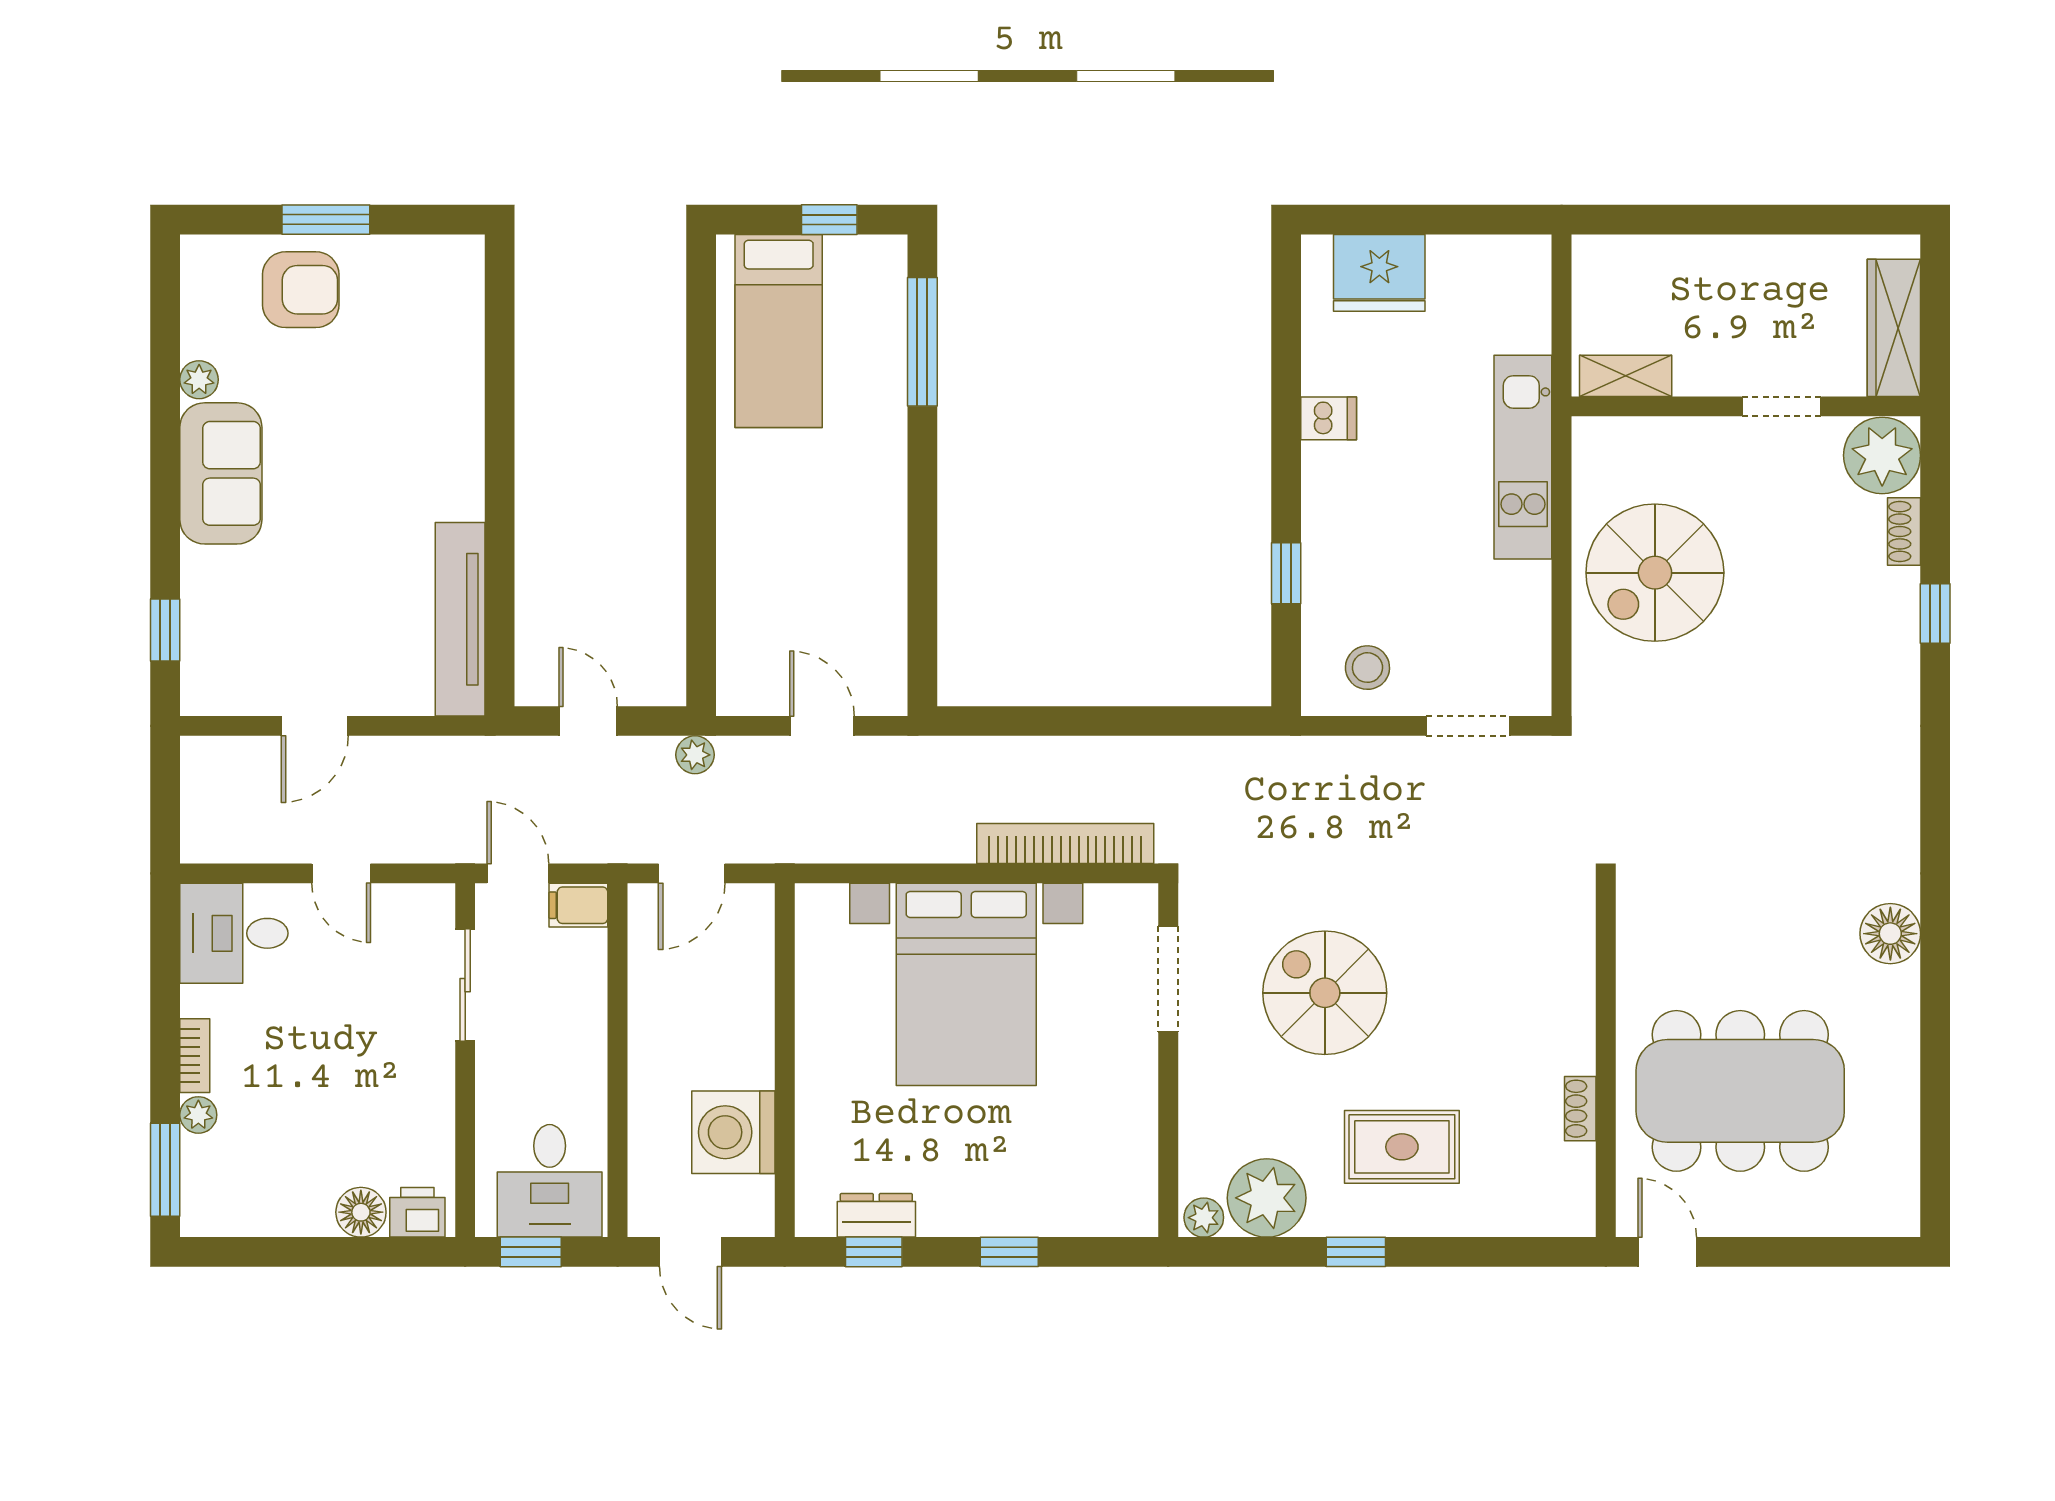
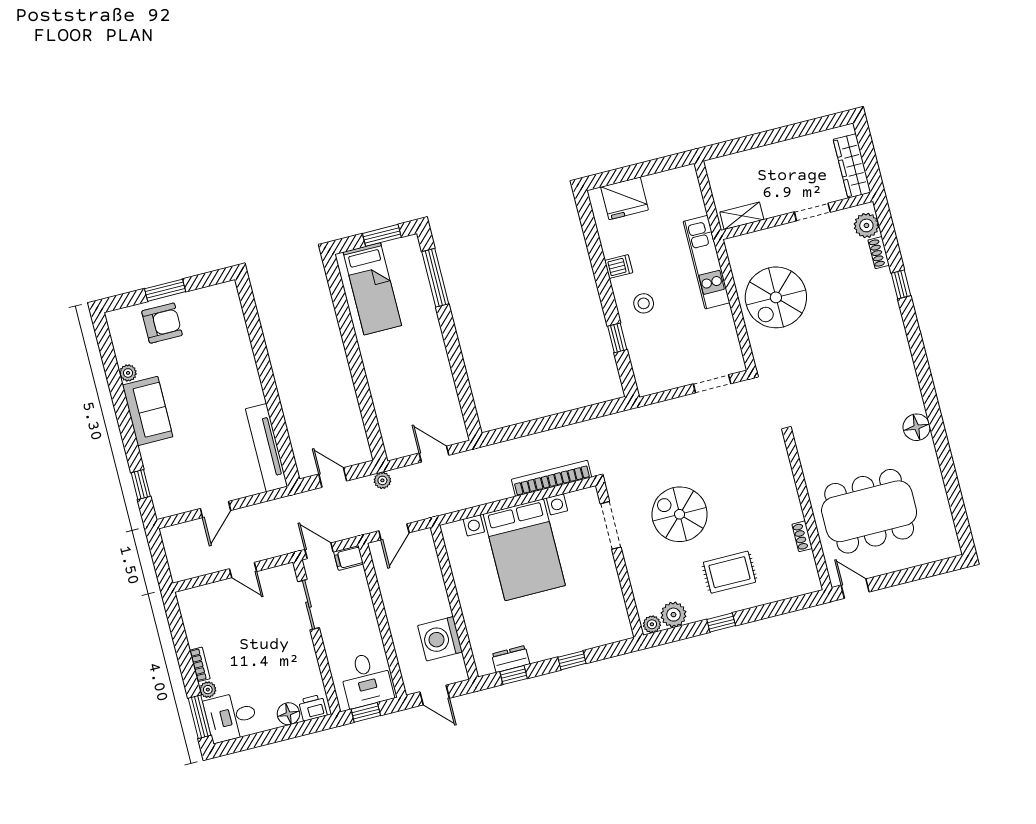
window: (829, 220) -> (382, 235), width x1.50
plant: (1882, 455) -> (866, 225), width x0.73, depth x0.73
stool: (1367, 668) -> (644, 303), moved
desk: (234, 933) -> (231, 717), moved
plant: (1267, 1198) -> (673, 615), width x0.73, depth x0.73

